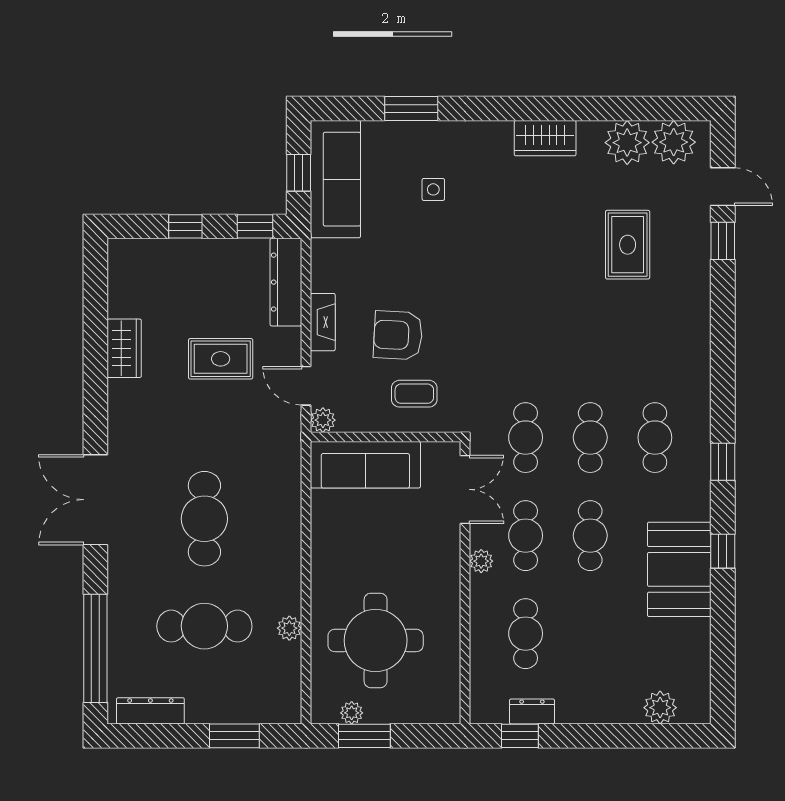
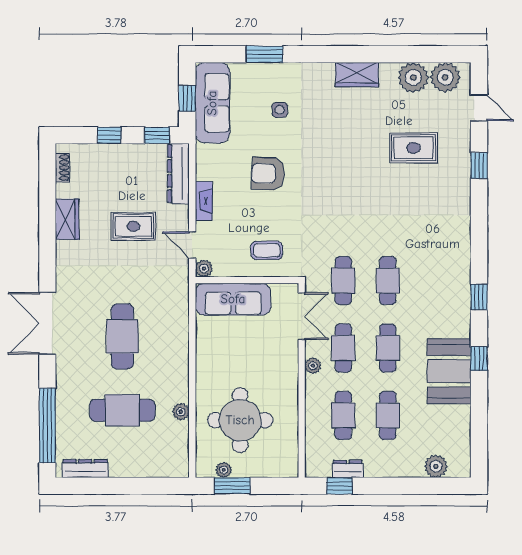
window: (723, 241) -> (479, 165), moved
rug: (628, 245) -> (414, 148), turned 90
shoe rack: (117, 273) -> (63, 168), added
armchair: (398, 335) -> (268, 174), moved
cafe table: (655, 438) -> (388, 415), moved
window: (234, 736) -> (143, 486), removed

